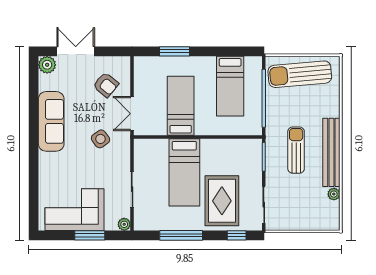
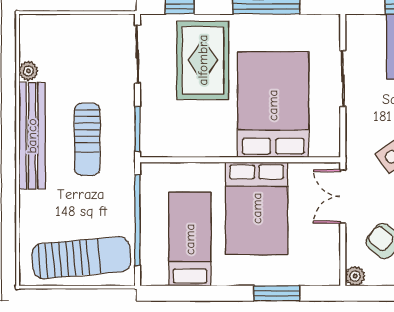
bed: (181, 106) -> (257, 208), width x1.50
double door: (132, 114) -> (343, 196), swing flipped
bed: (184, 172) -> (273, 105), width x1.50
plant: (124, 224) -> (355, 276), moved

